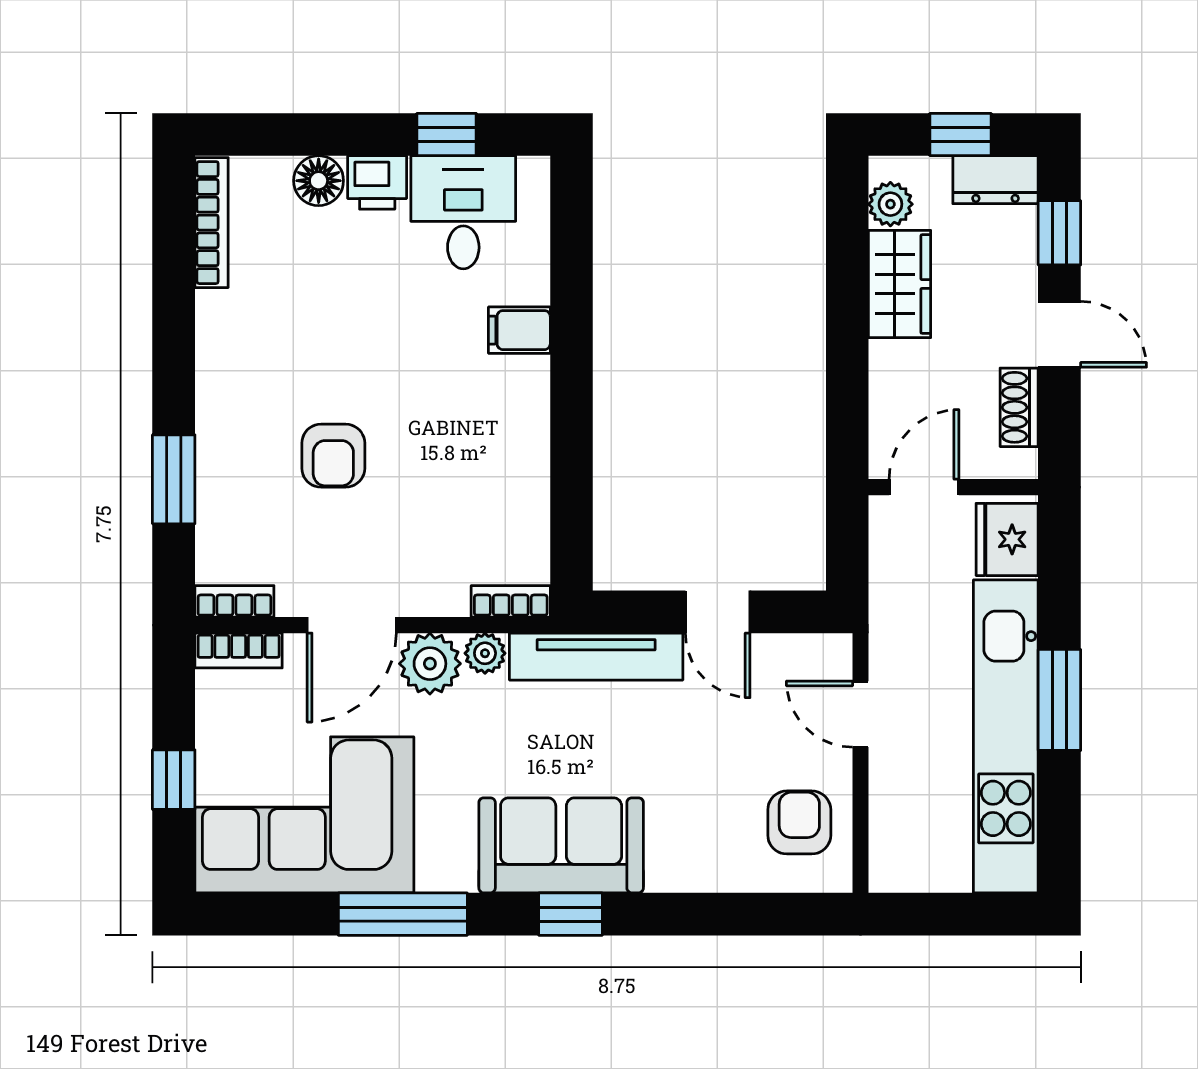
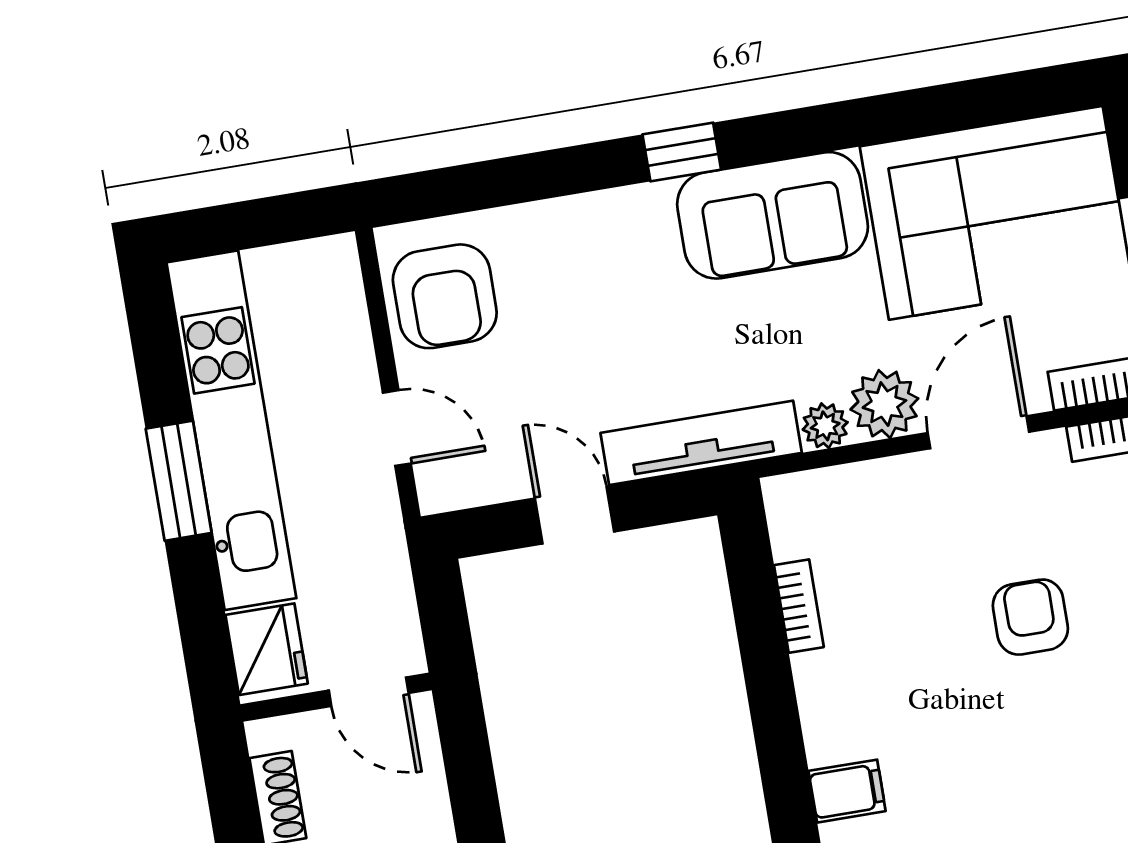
door: (924, 487) -> (369, 692), hinge flipped
bookcase: (511, 601) -> (799, 606), moved, turned -90
armchair: (799, 822) -> (445, 296), width x1.38, depth x1.38
sofa: (561, 845) -> (773, 215), moved
window: (403, 914) -> (868, 121), removed

